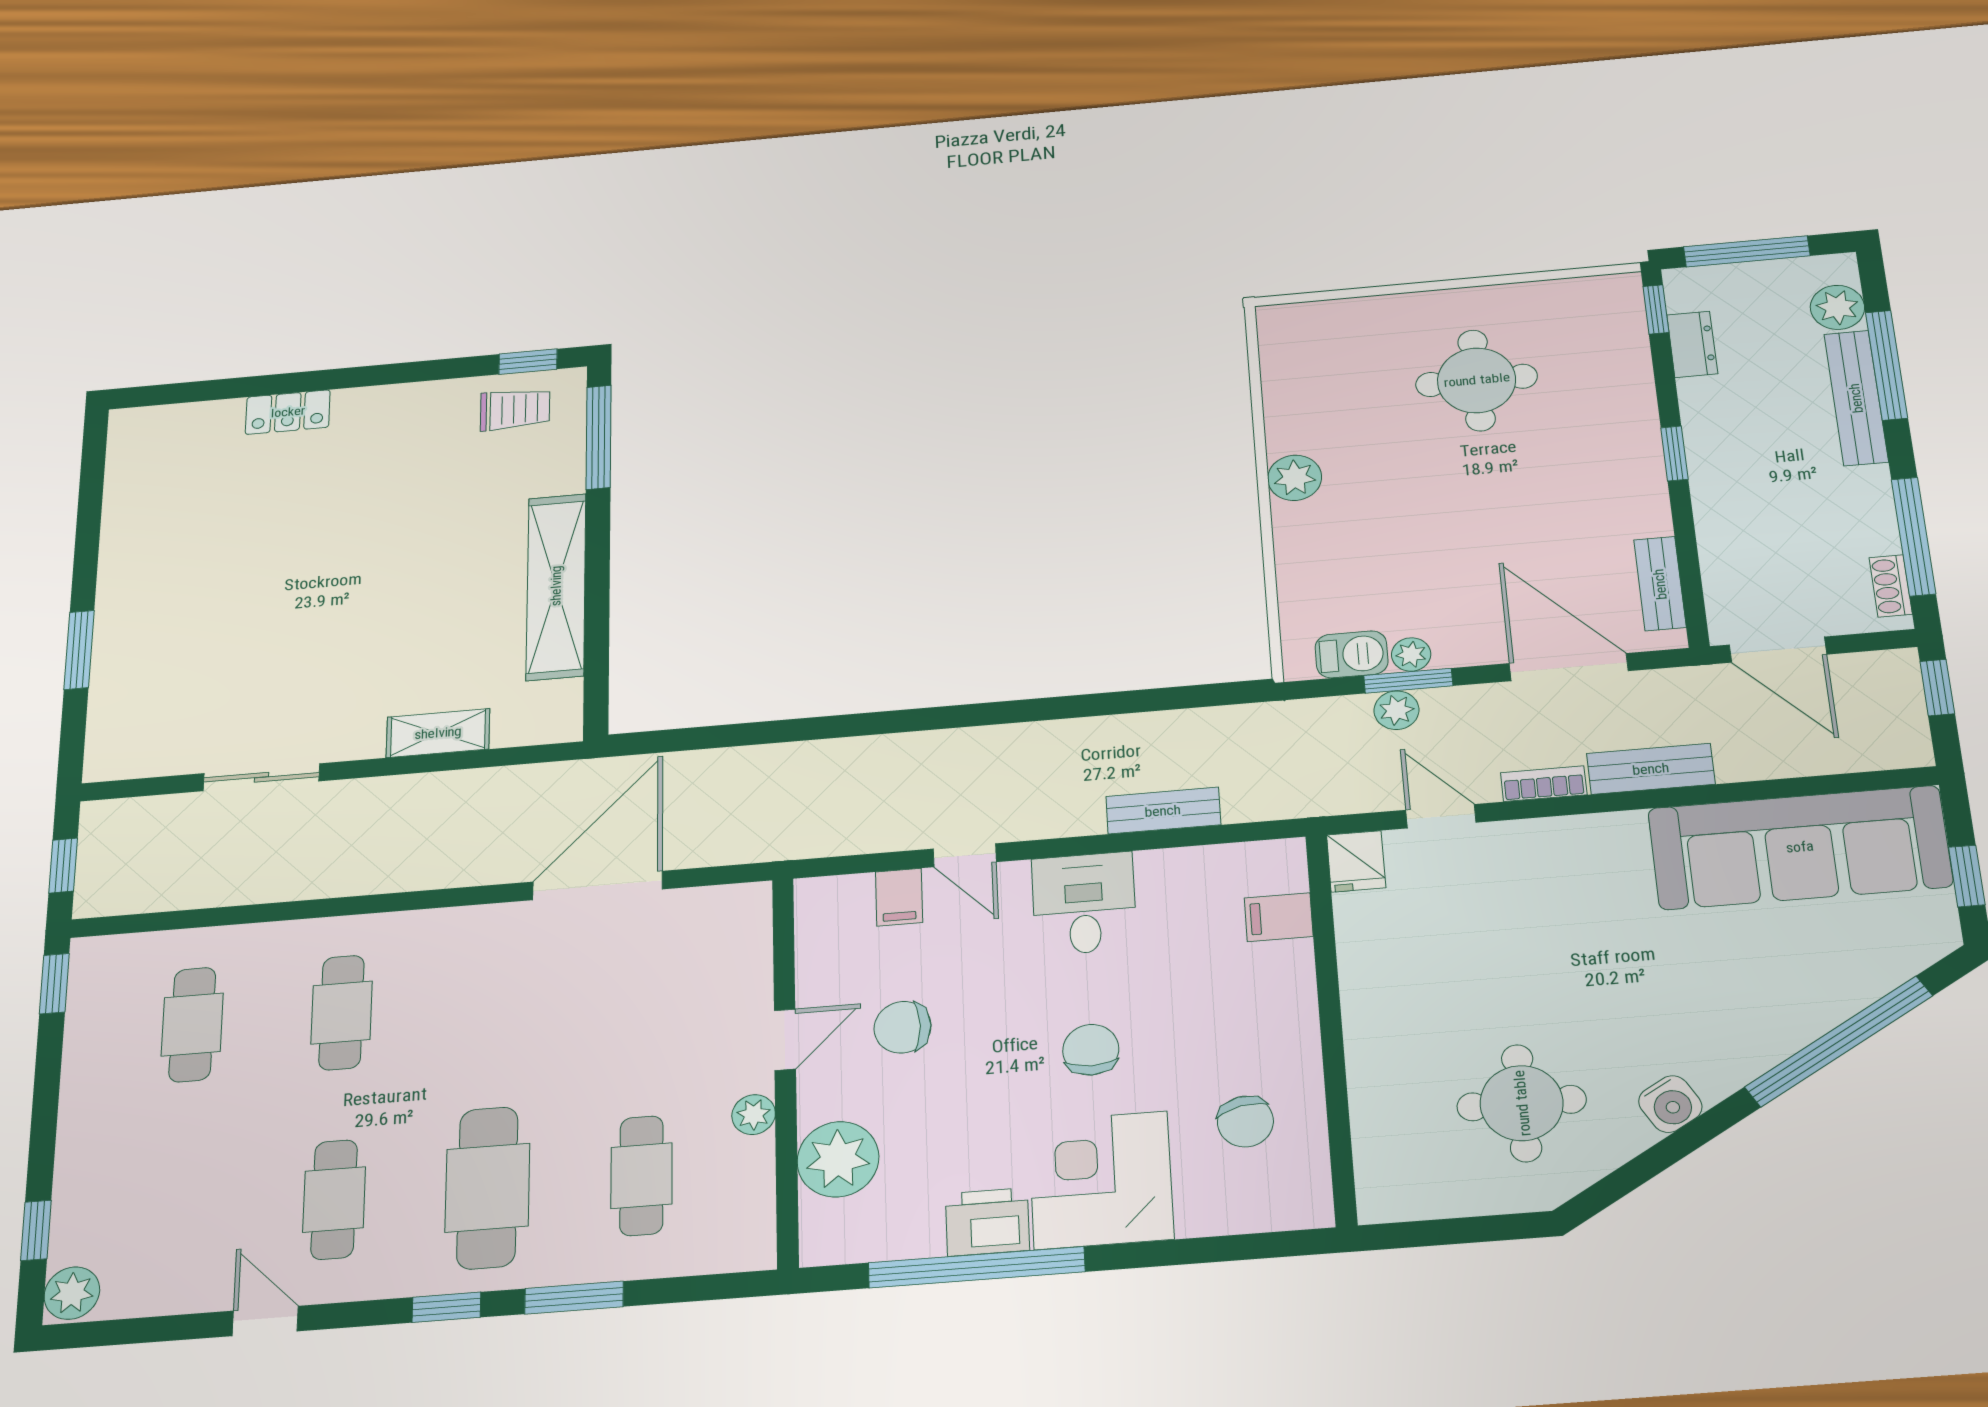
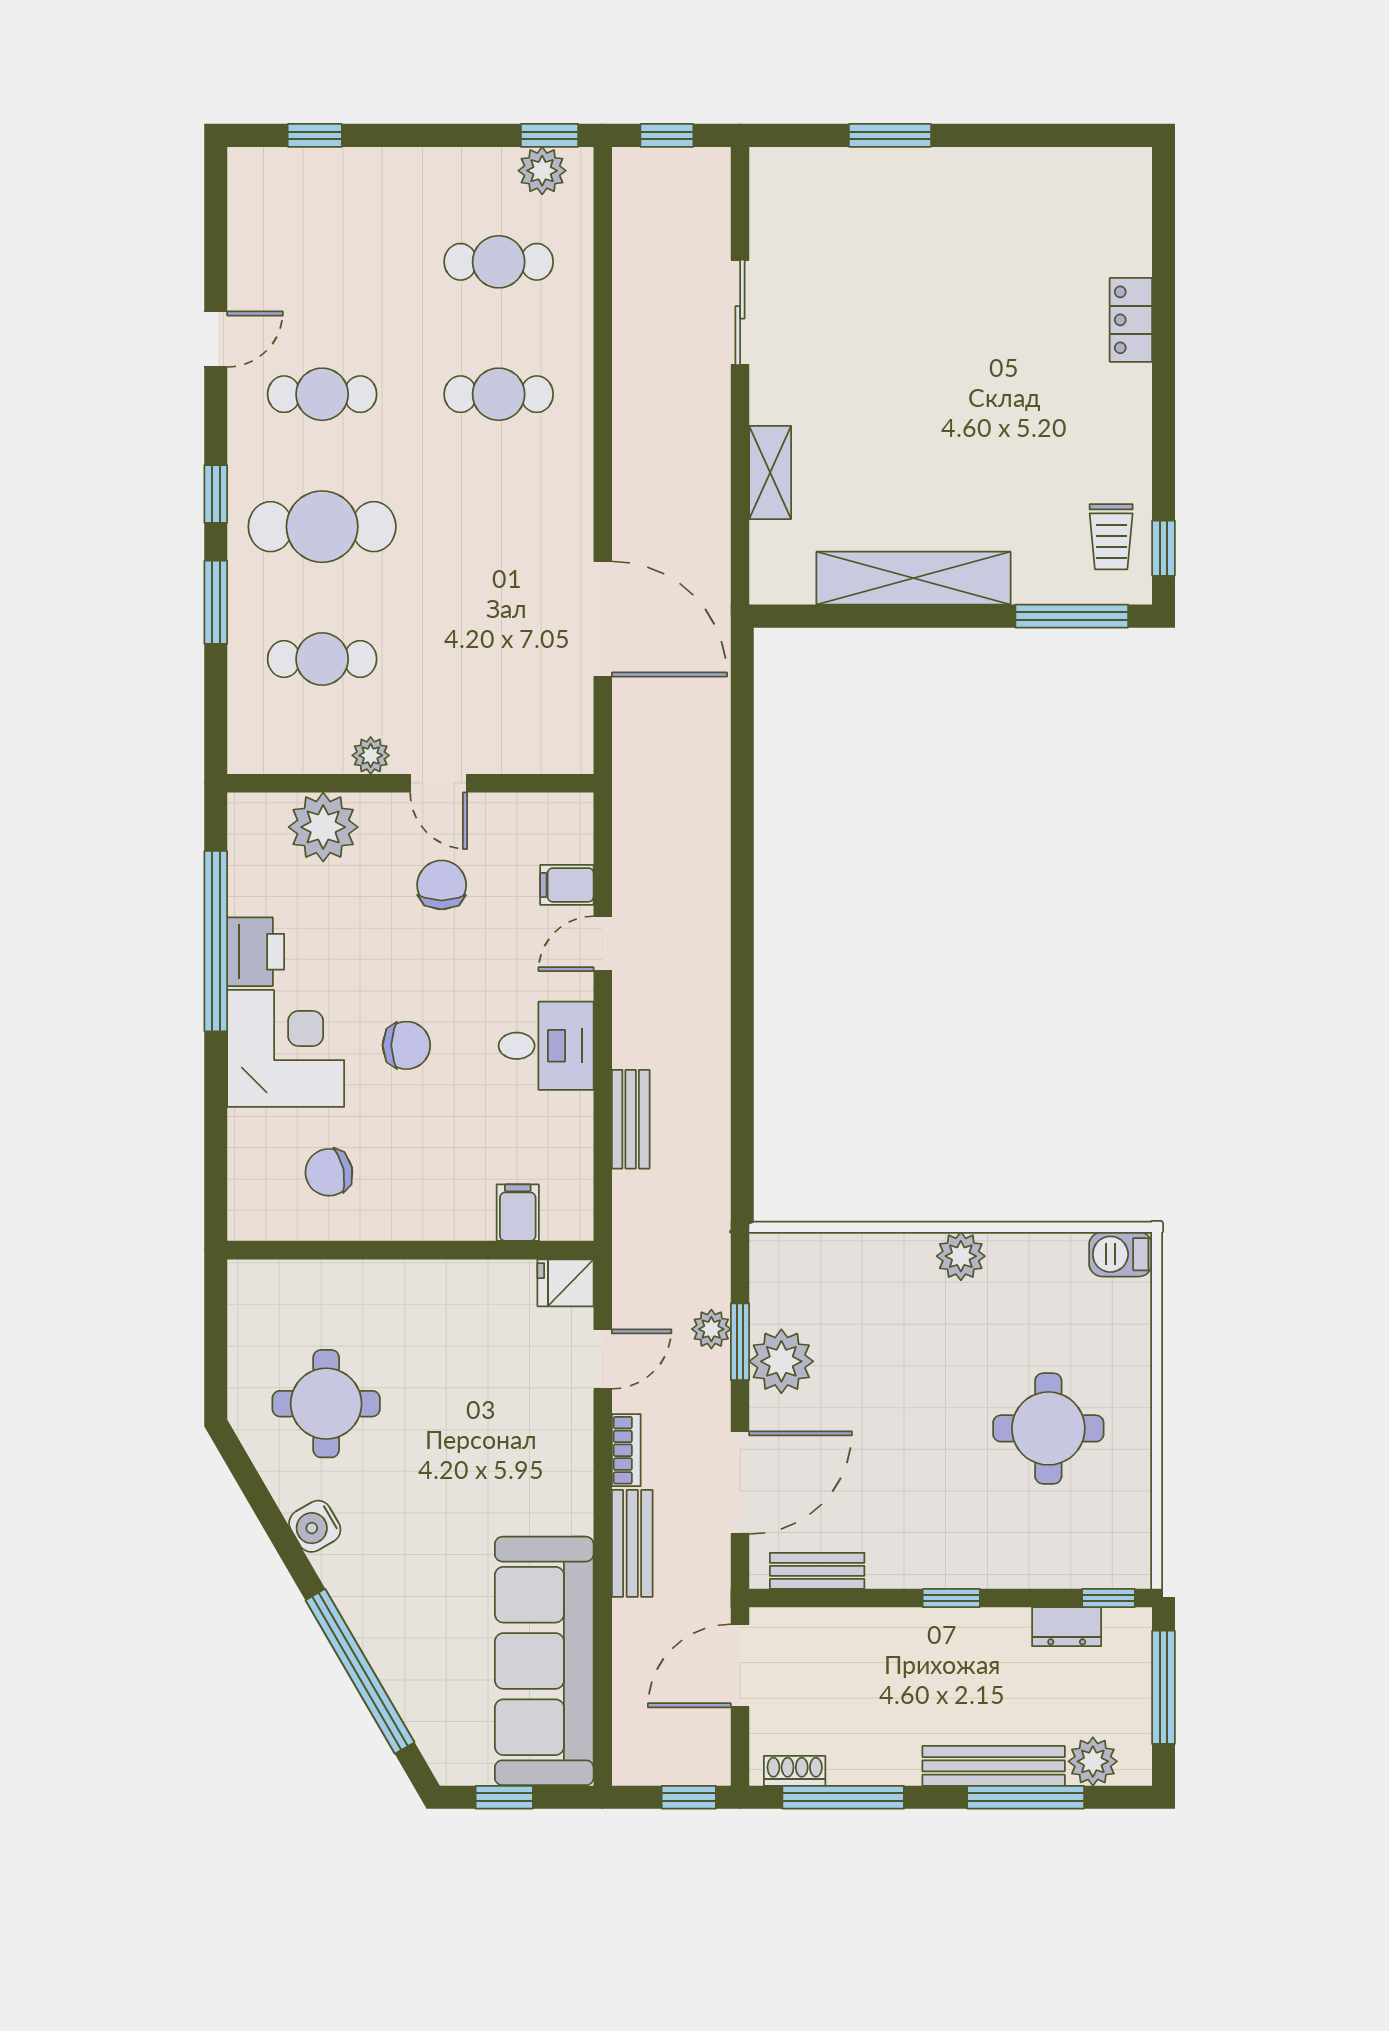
barbecue: (1352, 654) -> (1121, 1254), moved, turned 90
plant: (1411, 654) -> (781, 1361), width x1.87, depth x1.87
plant: (72, 1293) -> (542, 171), moved

